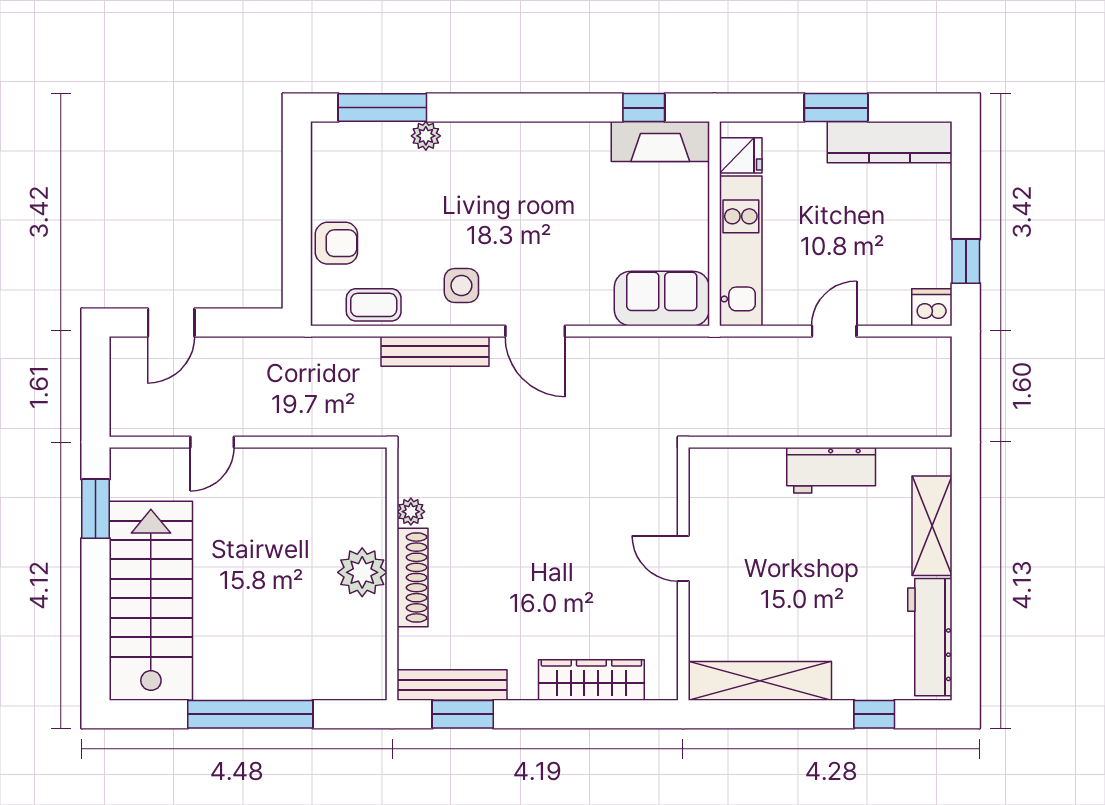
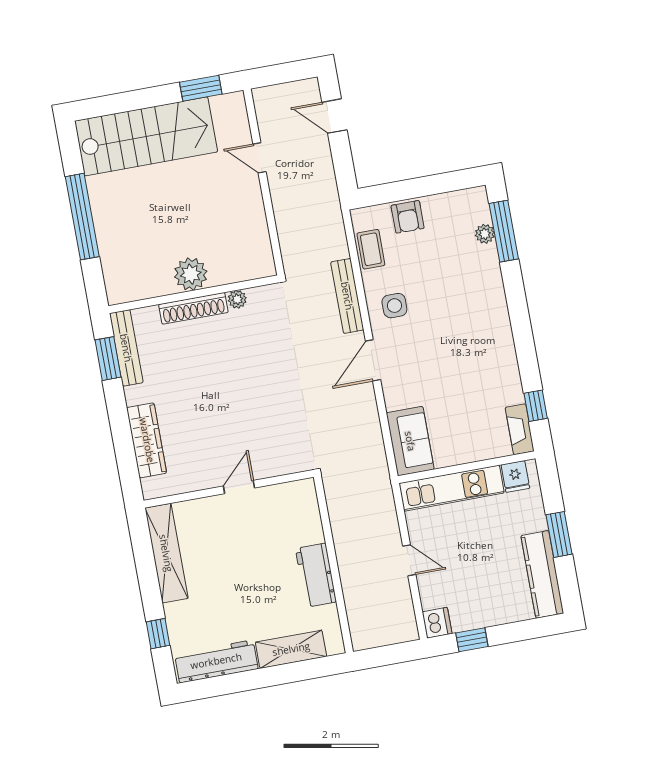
plant: (426, 136) -> (485, 234), moved
fireplace: (660, 142) -> (520, 429), width x0.73, depth x0.76

